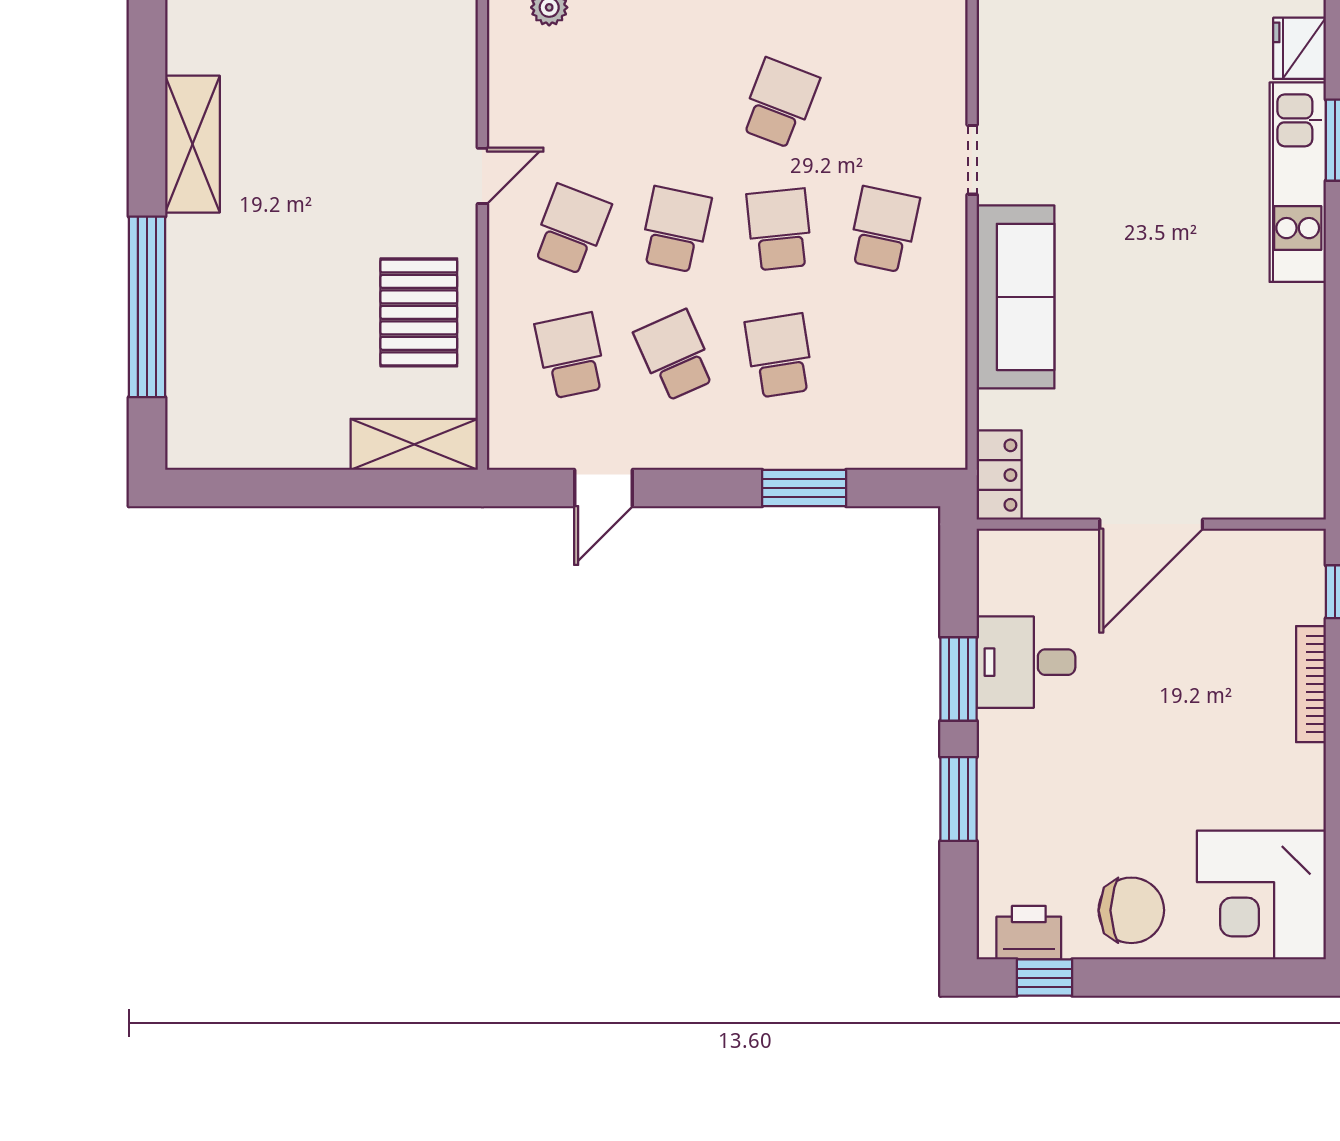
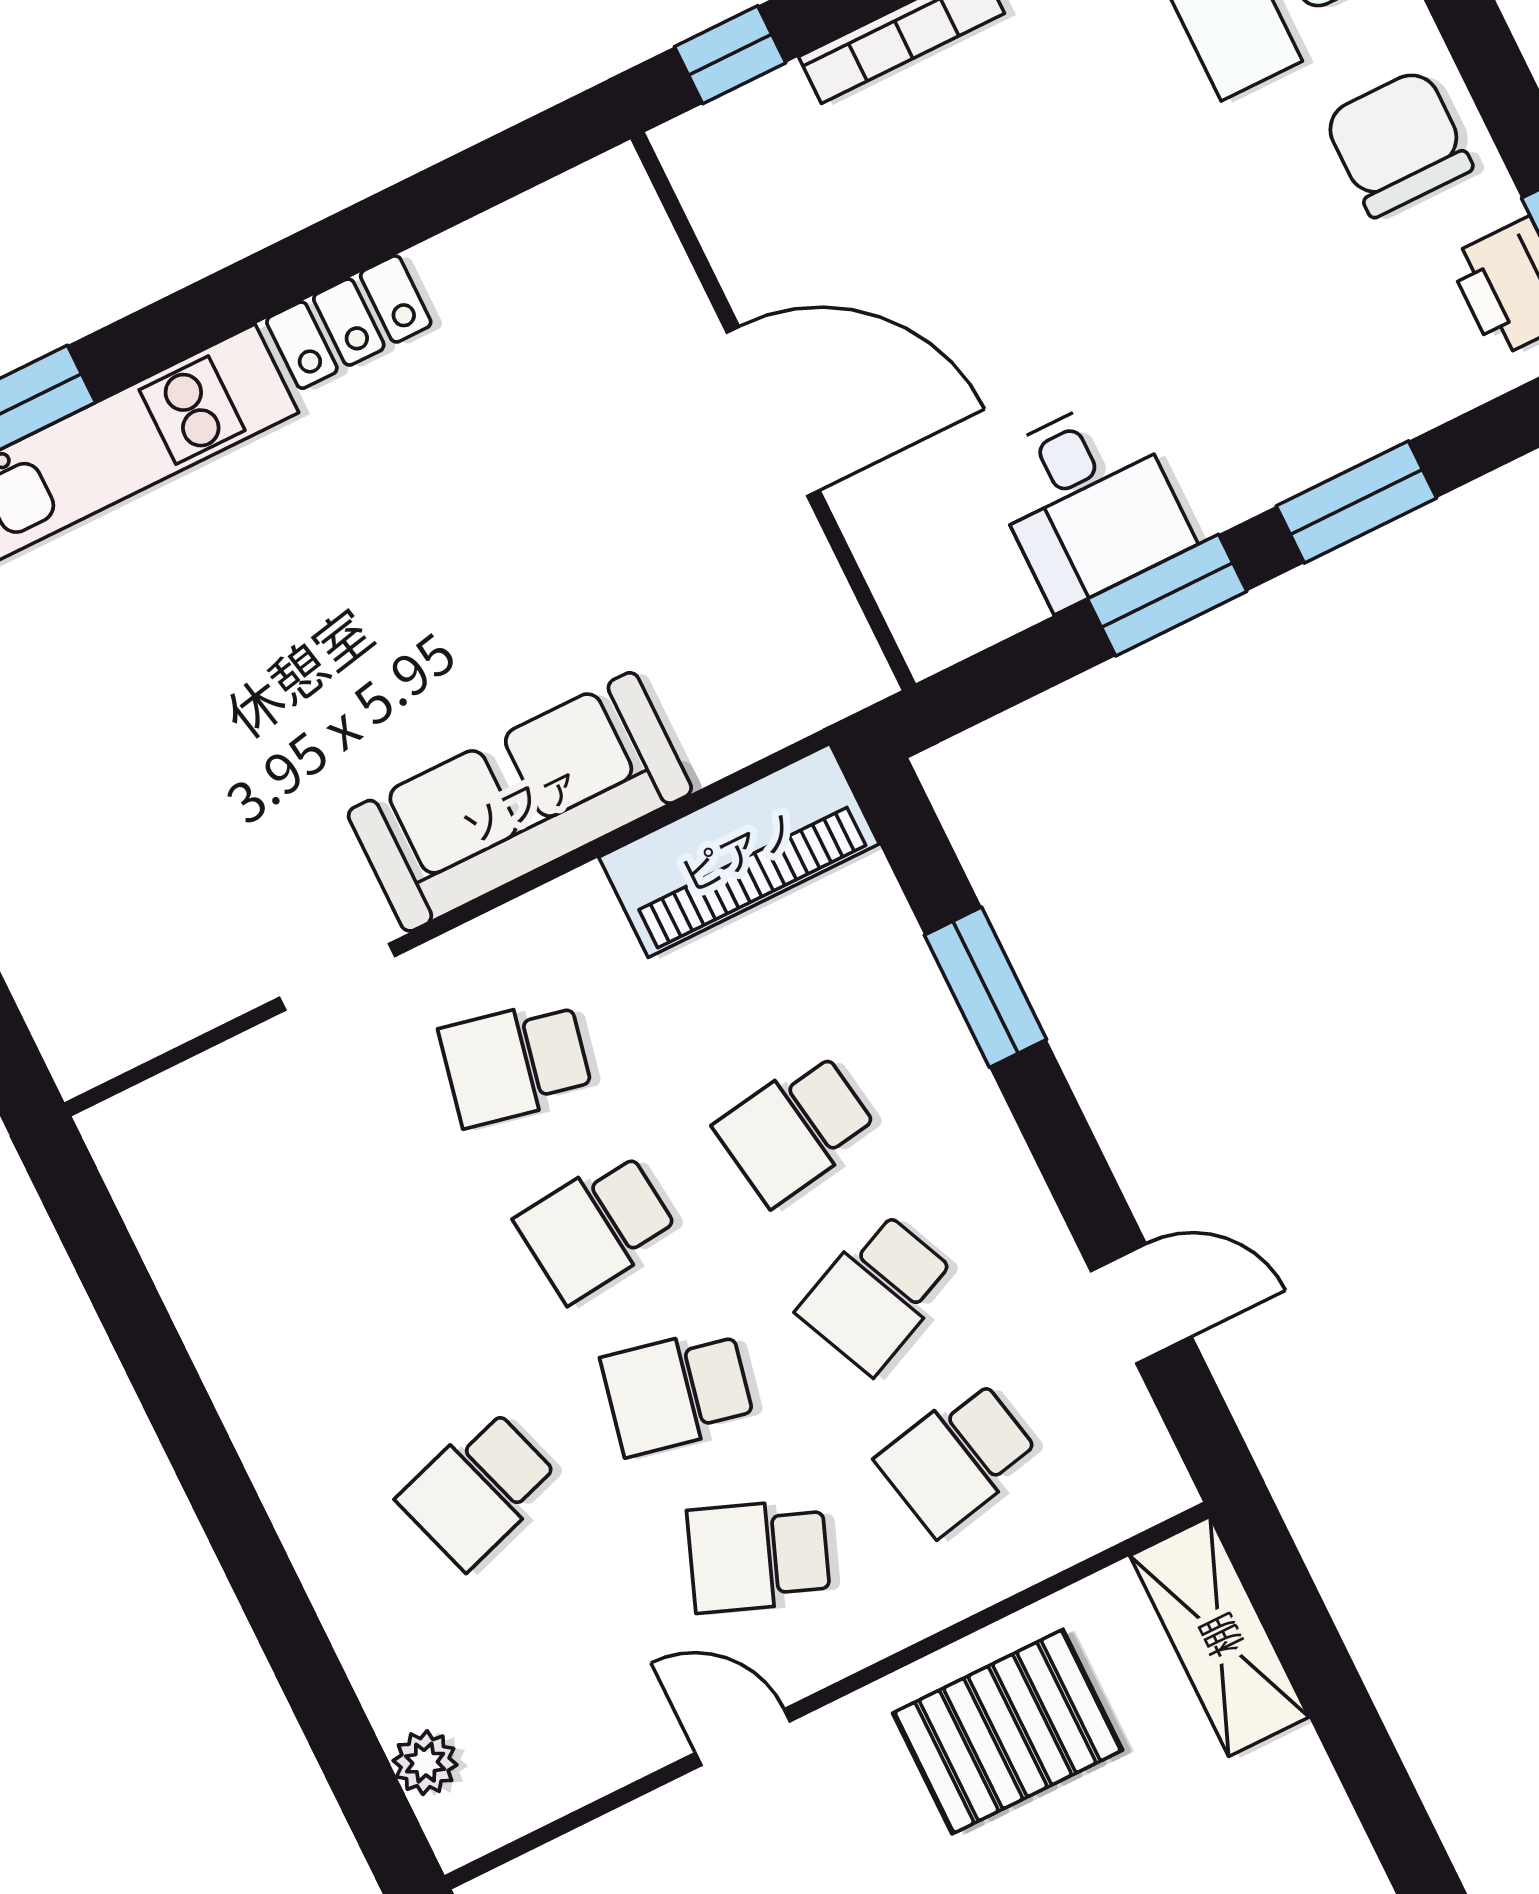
school desk: (779, 103) -> (479, 1489), moved, turned -39
piano: (936, 397) -> (739, 850), added
locker: (999, 475) -> (349, 322), moved, turned 180

